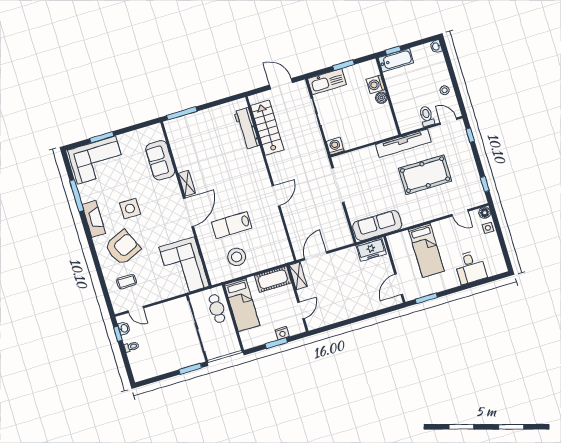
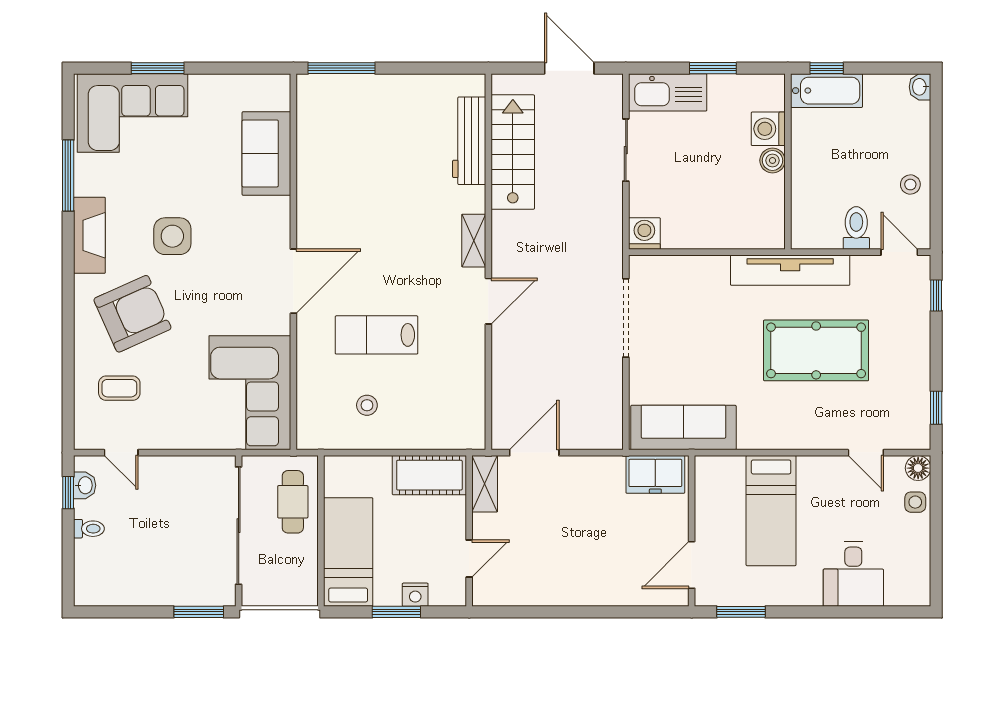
shelving: (187, 183) -> (474, 241), moved
stool: (237, 257) -> (367, 405), width x0.53, depth x0.53
bed: (242, 305) -> (348, 552), moved, turned 180

